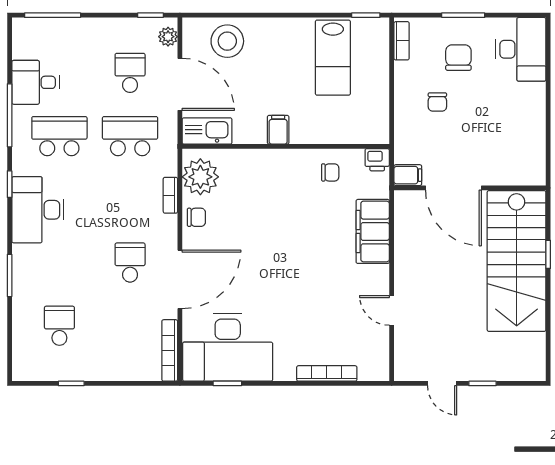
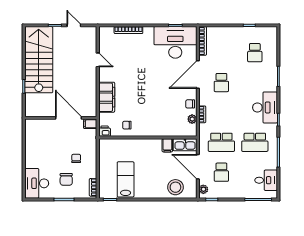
desk: (35, 82) -> (266, 180), moved
filing cabinet: (278, 130) -> (167, 145), moved
plant: (200, 177) -> (192, 119), width x0.53, depth x0.53
stairs: (517, 261) -> (39, 60), moved

